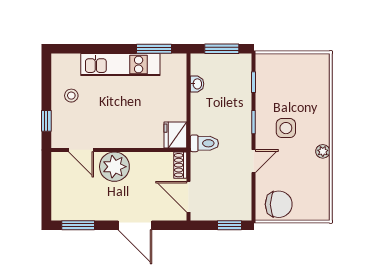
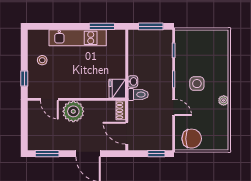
washbasin: (197, 84) -> (133, 81), moved
door: (254, 161) -> (174, 107), hinge flipped

